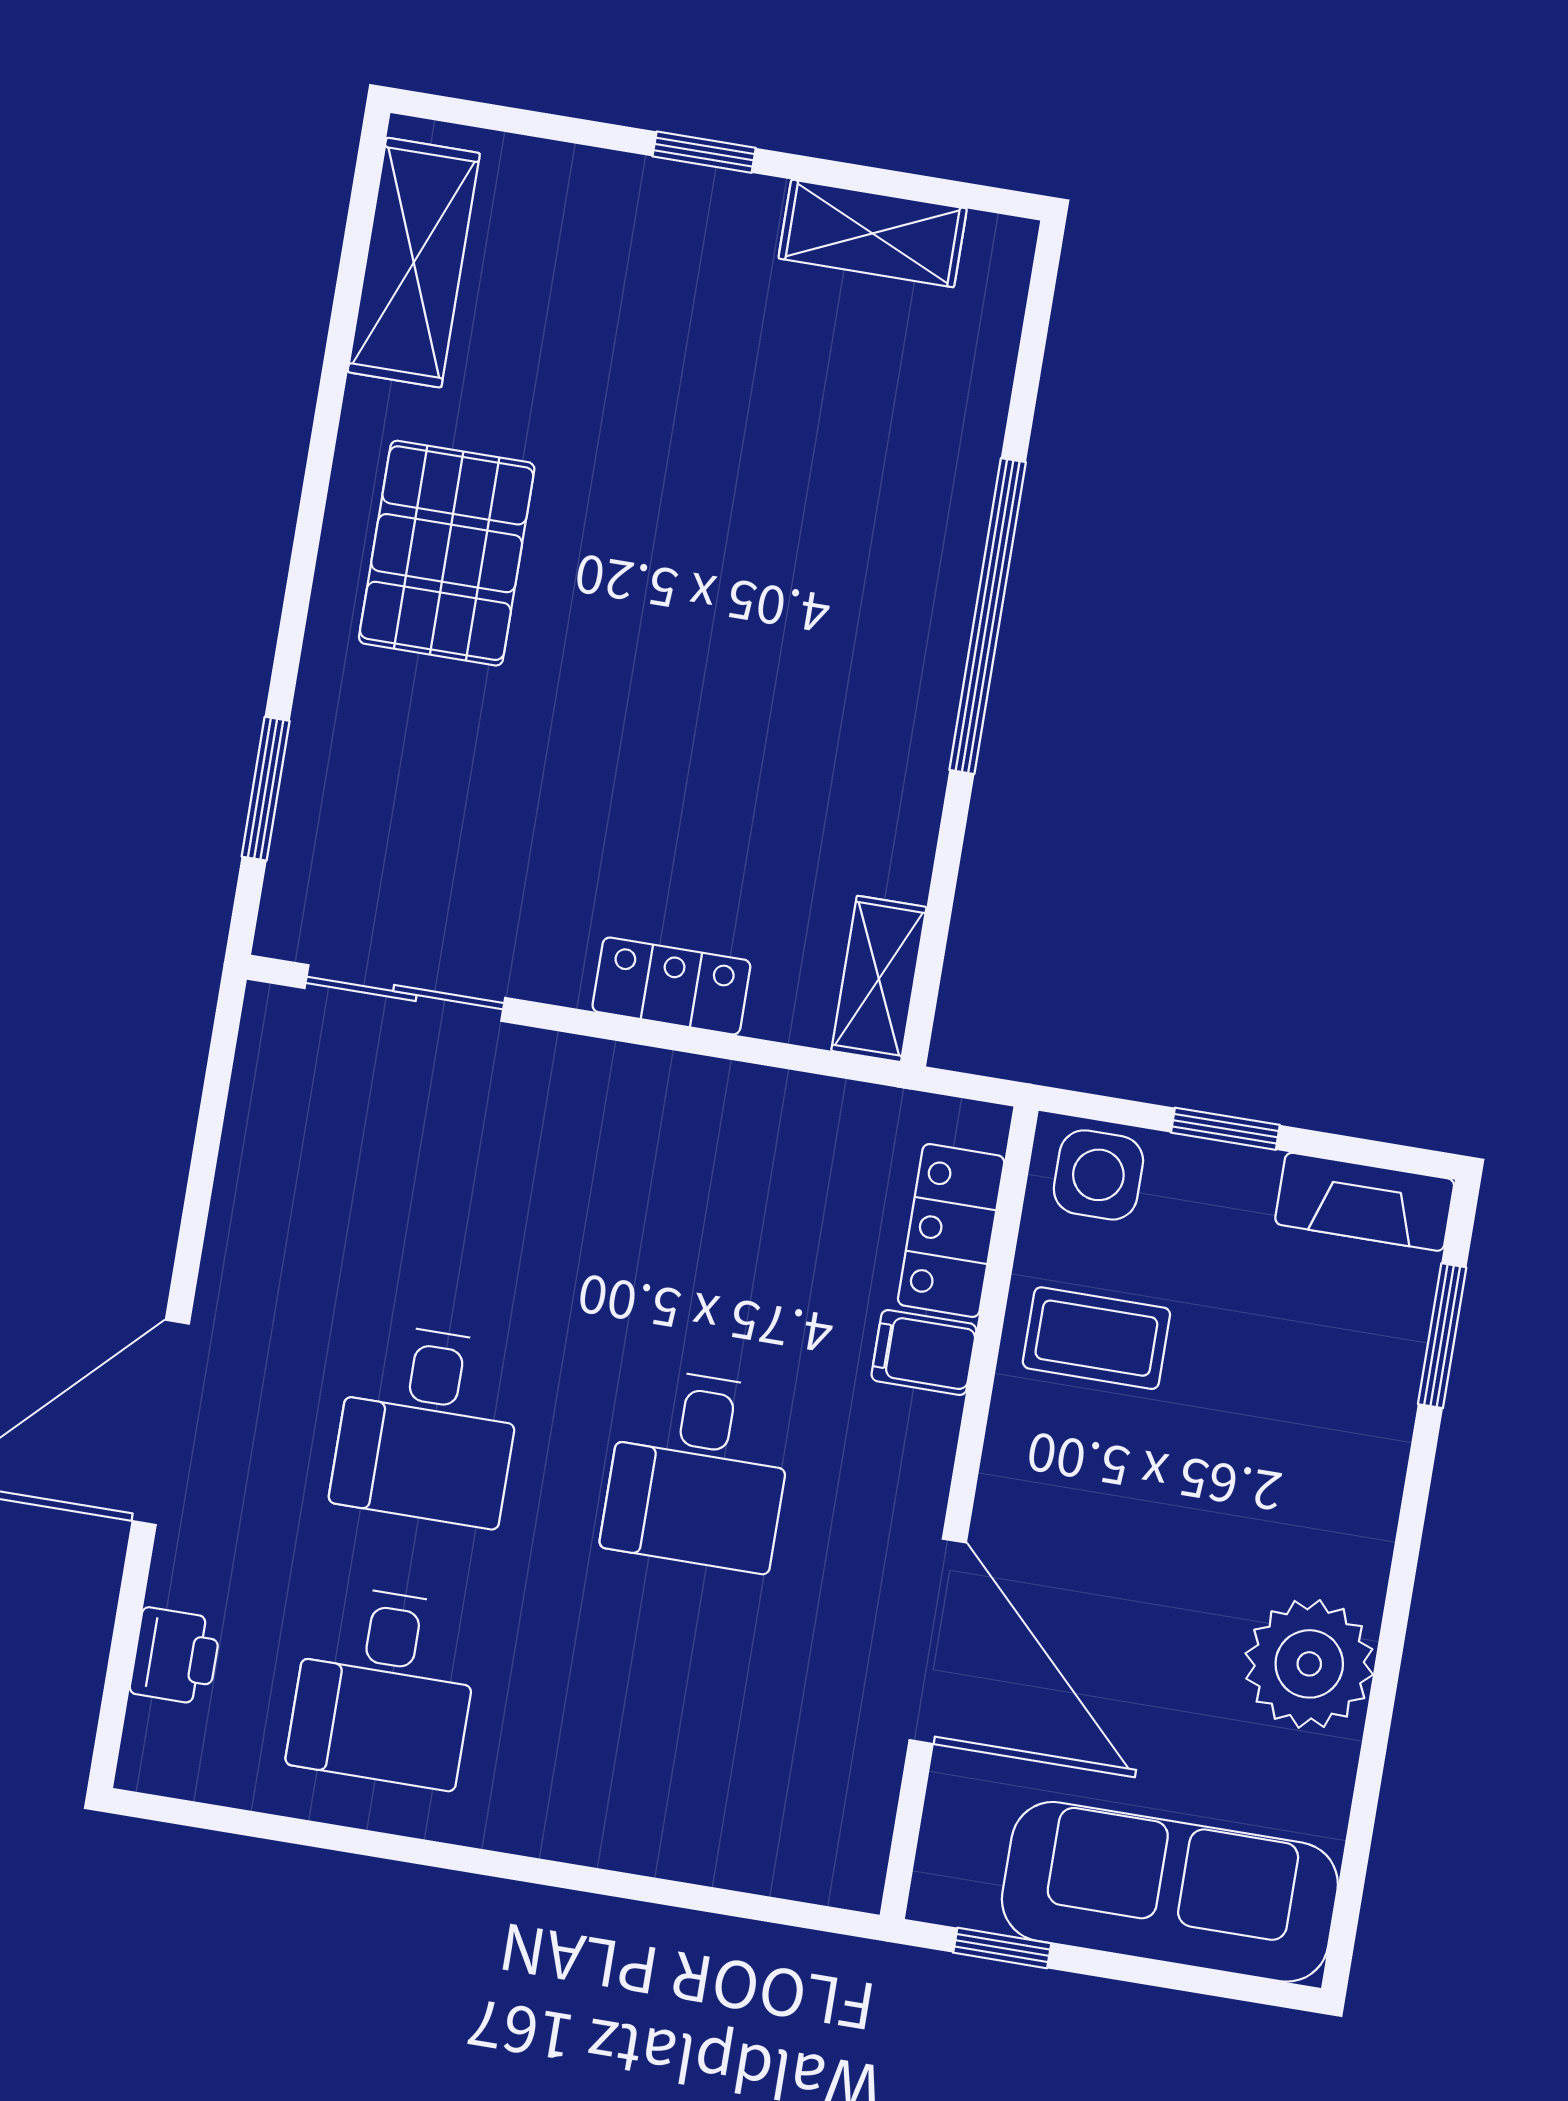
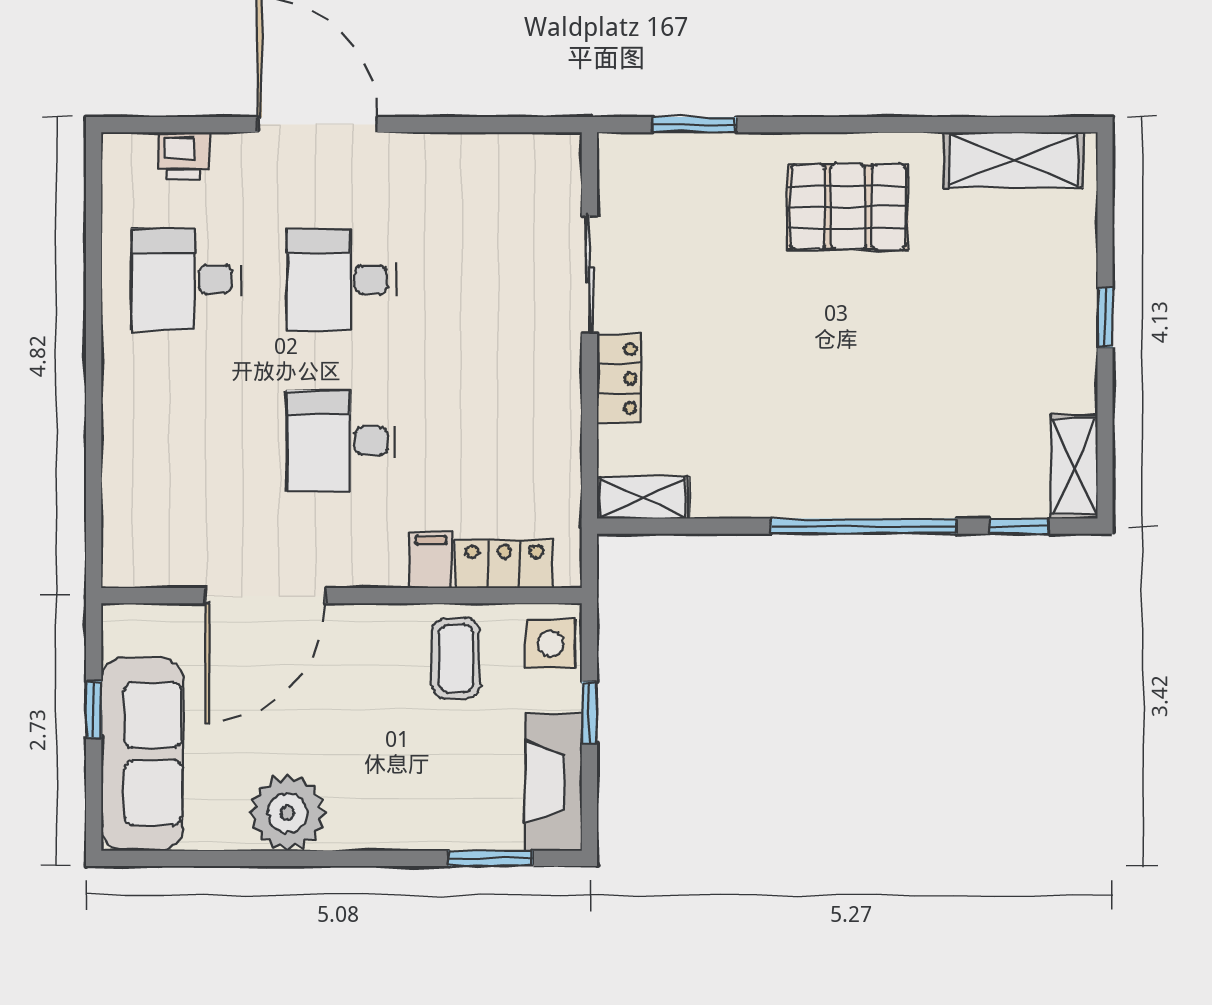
shelving: (873, 233) -> (1074, 466), moved
window: (1031, 355) -> (1019, 526), added
sliding door: (405, 993) -> (589, 274), moved
fireplace: (1365, 1202) -> (554, 782), width x1.37, depth x1.32
window: (1002, 1948) -> (94, 709), moved

